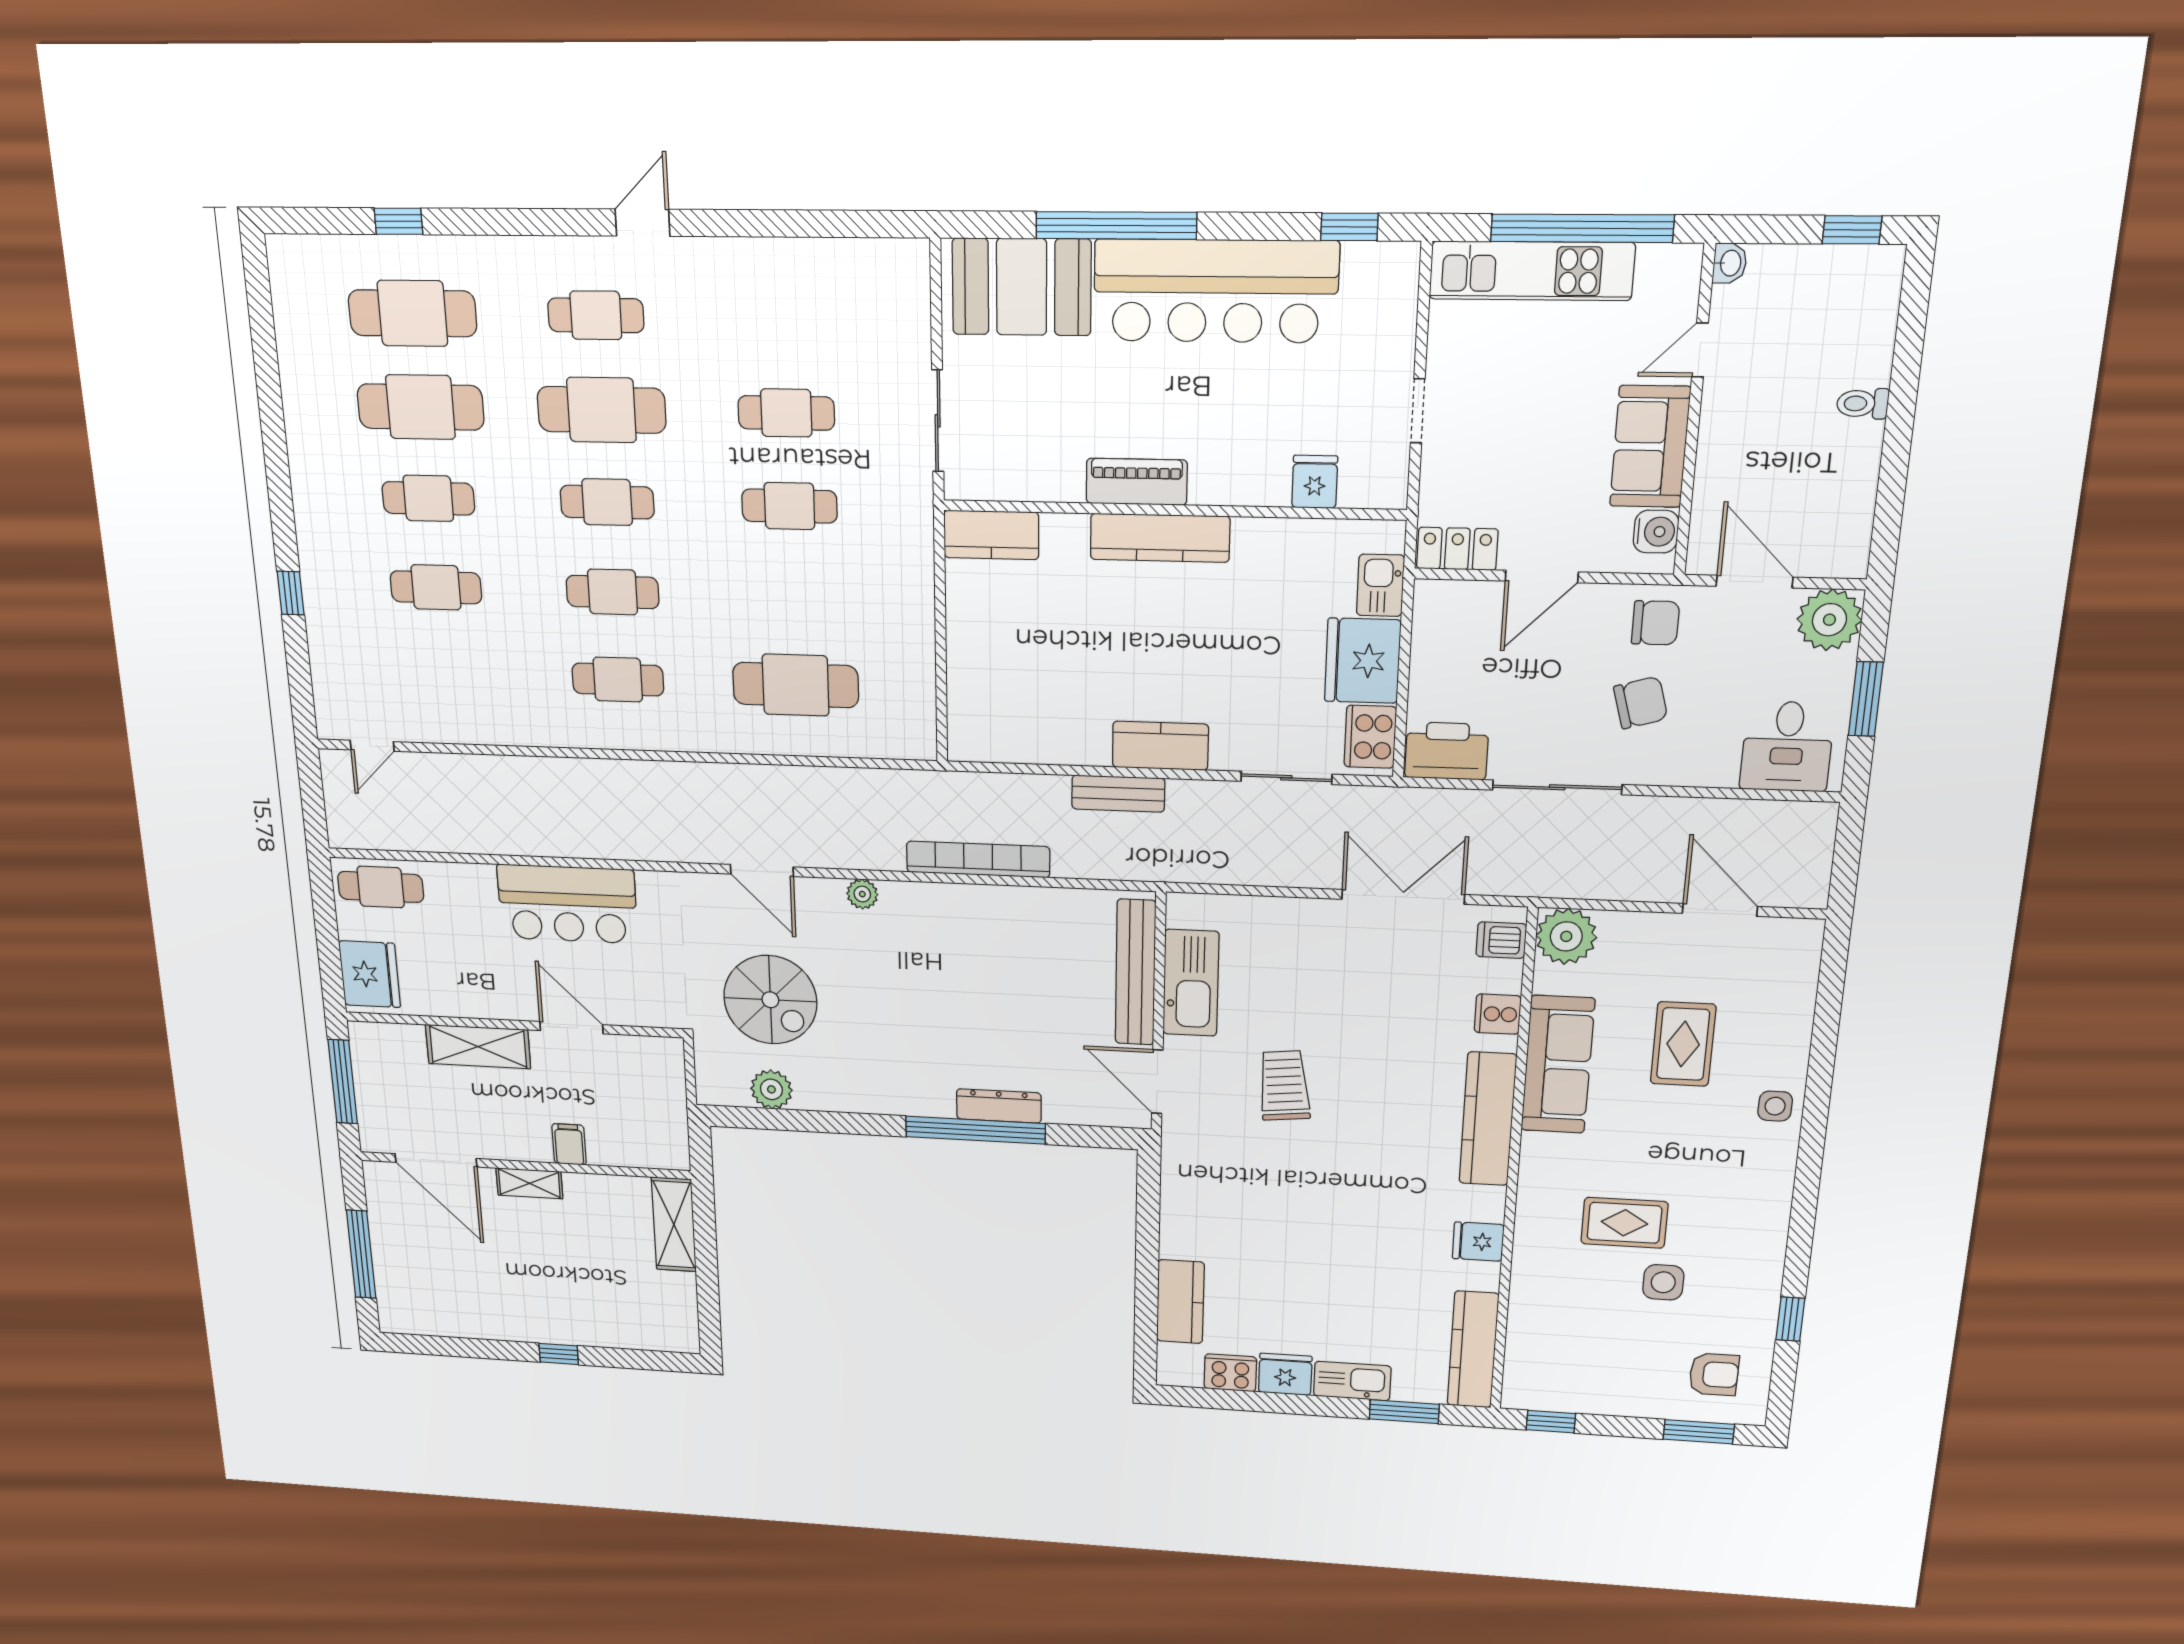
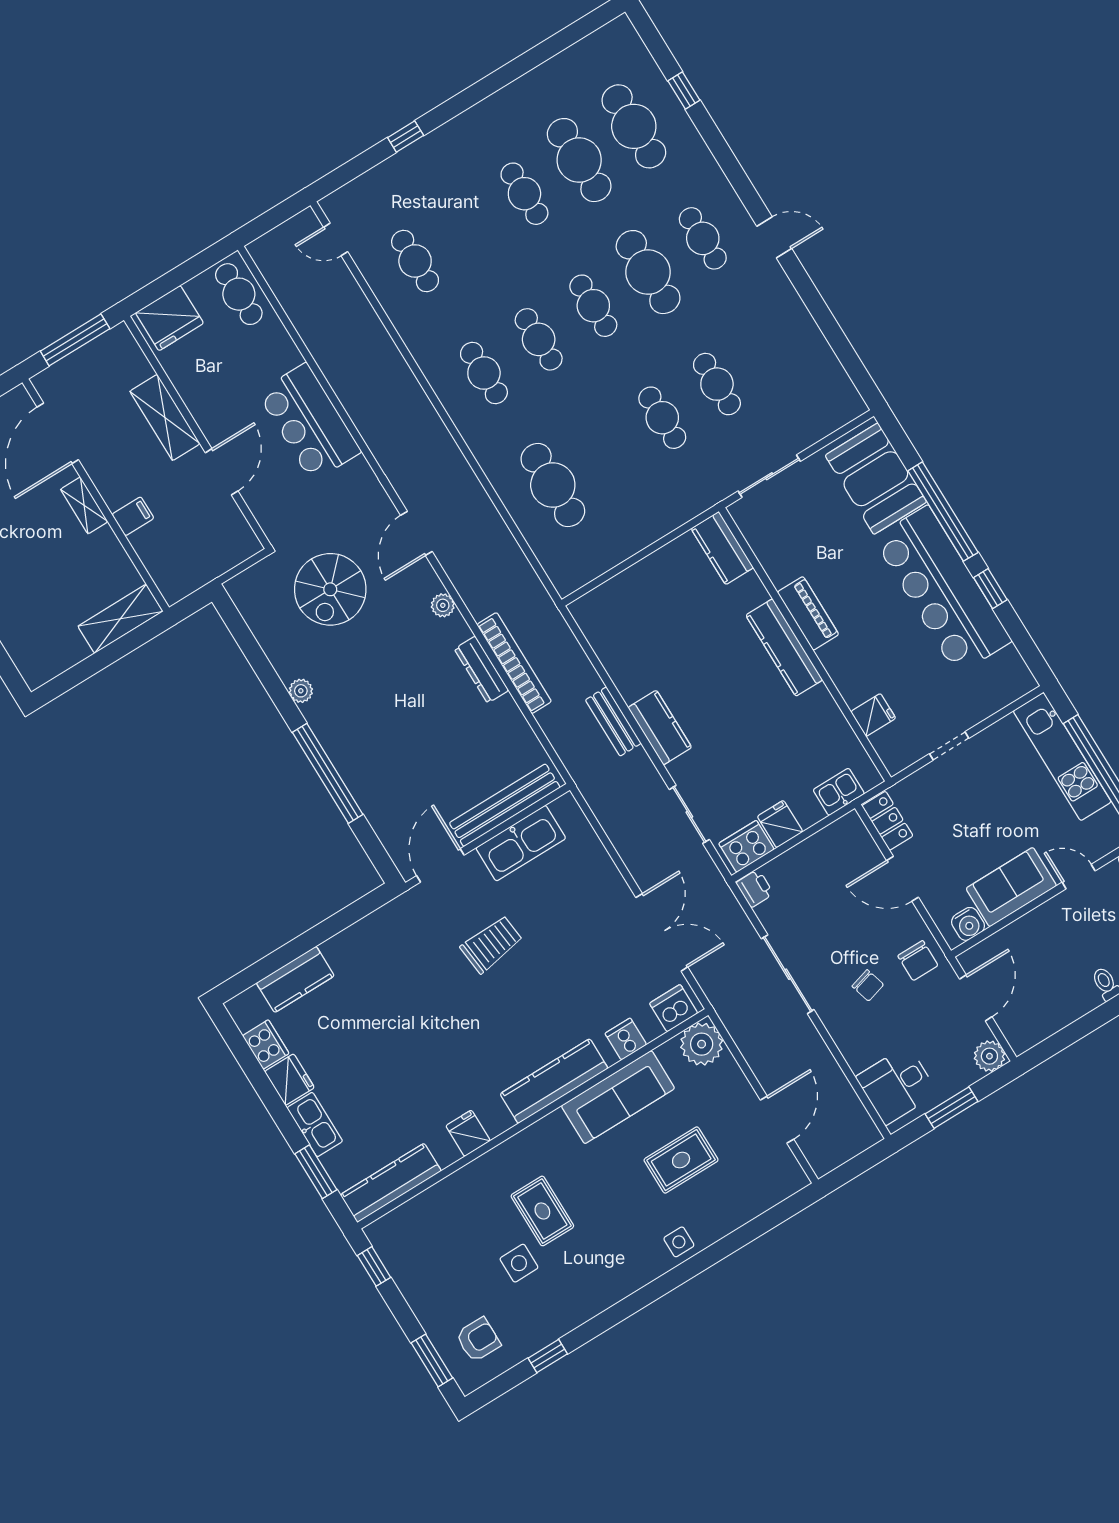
window: (1349, 227) -> (990, 589), moved
cafe table: (436, 587) -> (415, 261), moved
plant: (1829, 620) -> (989, 1056), width x0.73, depth x0.73
fridge: (1363, 661) -> (780, 824), width x0.53, depth x0.75
chair: (1641, 703) -> (868, 985), width x0.73, depth x0.73
printer: (1447, 751) -> (755, 888), width x0.53, depth x0.68
dishwasher: (1501, 940) -> (674, 1008), width x1.38
plant: (771, 1089) -> (301, 691), moved, width x0.73, depth x0.73
dresser: (999, 1106) -> (481, 670), moved, turned 180
armchair: (1714, 1374) -> (478, 1340), turned -90

